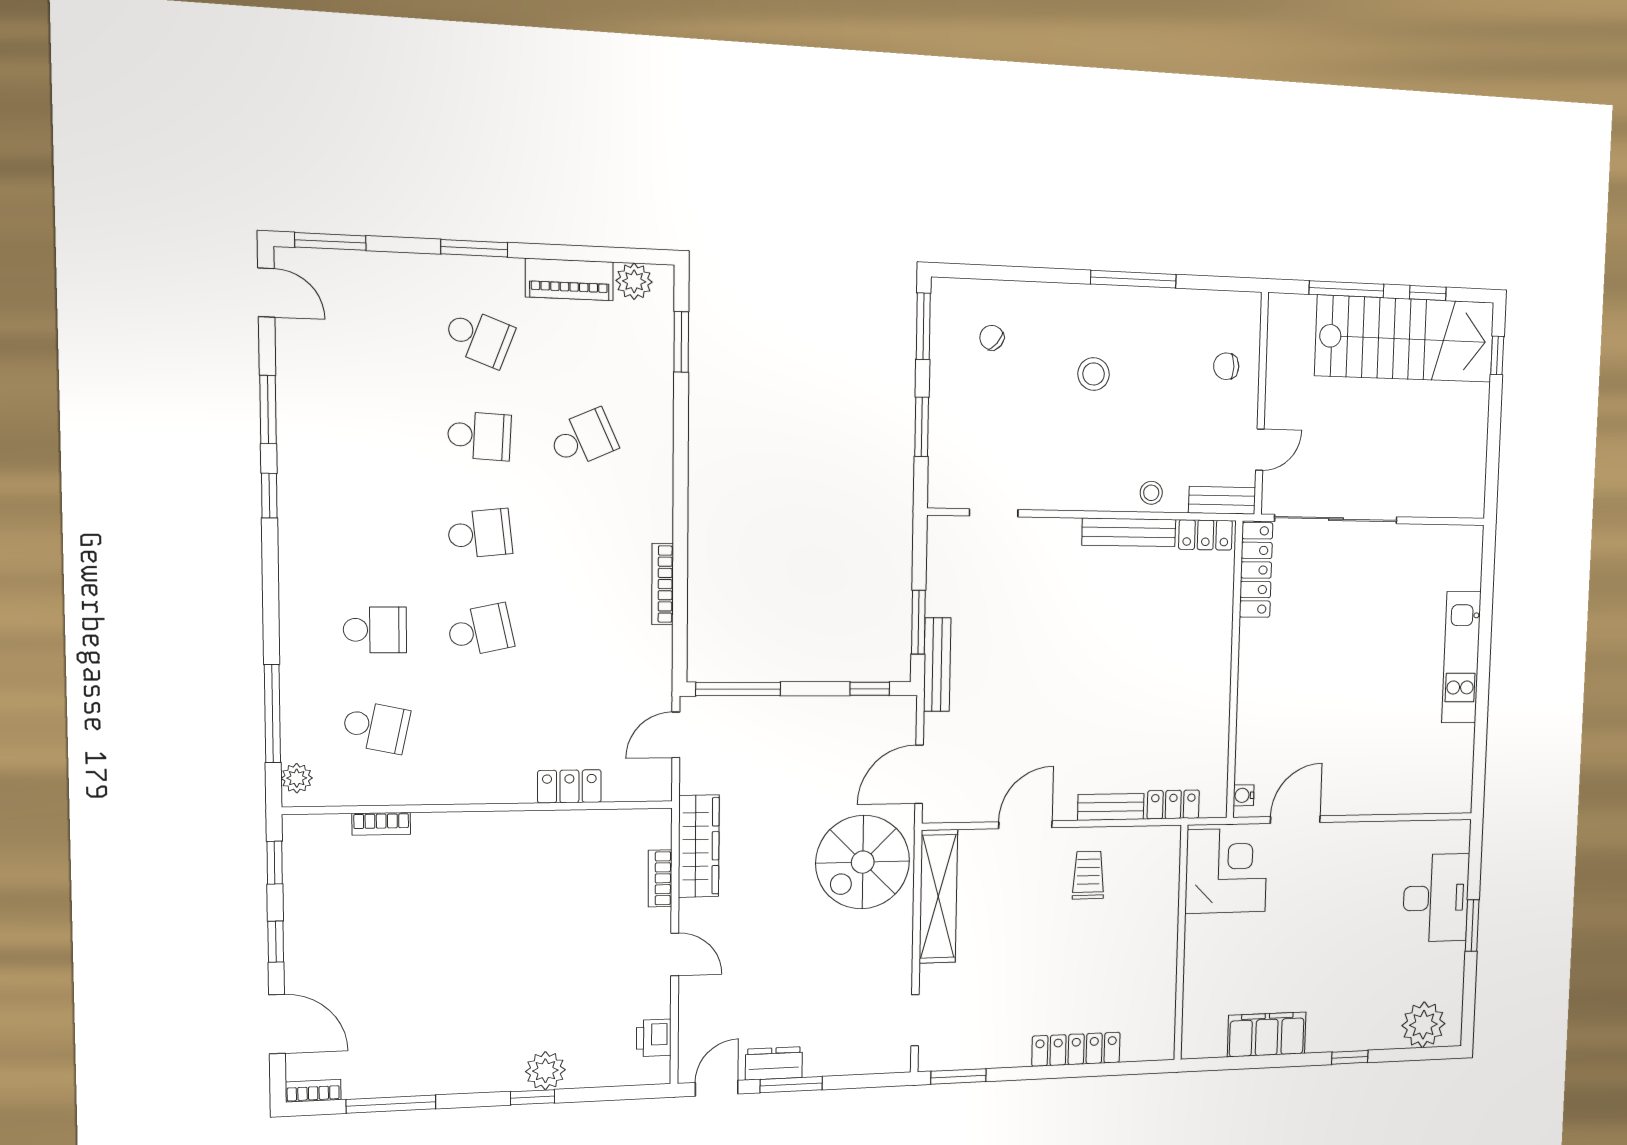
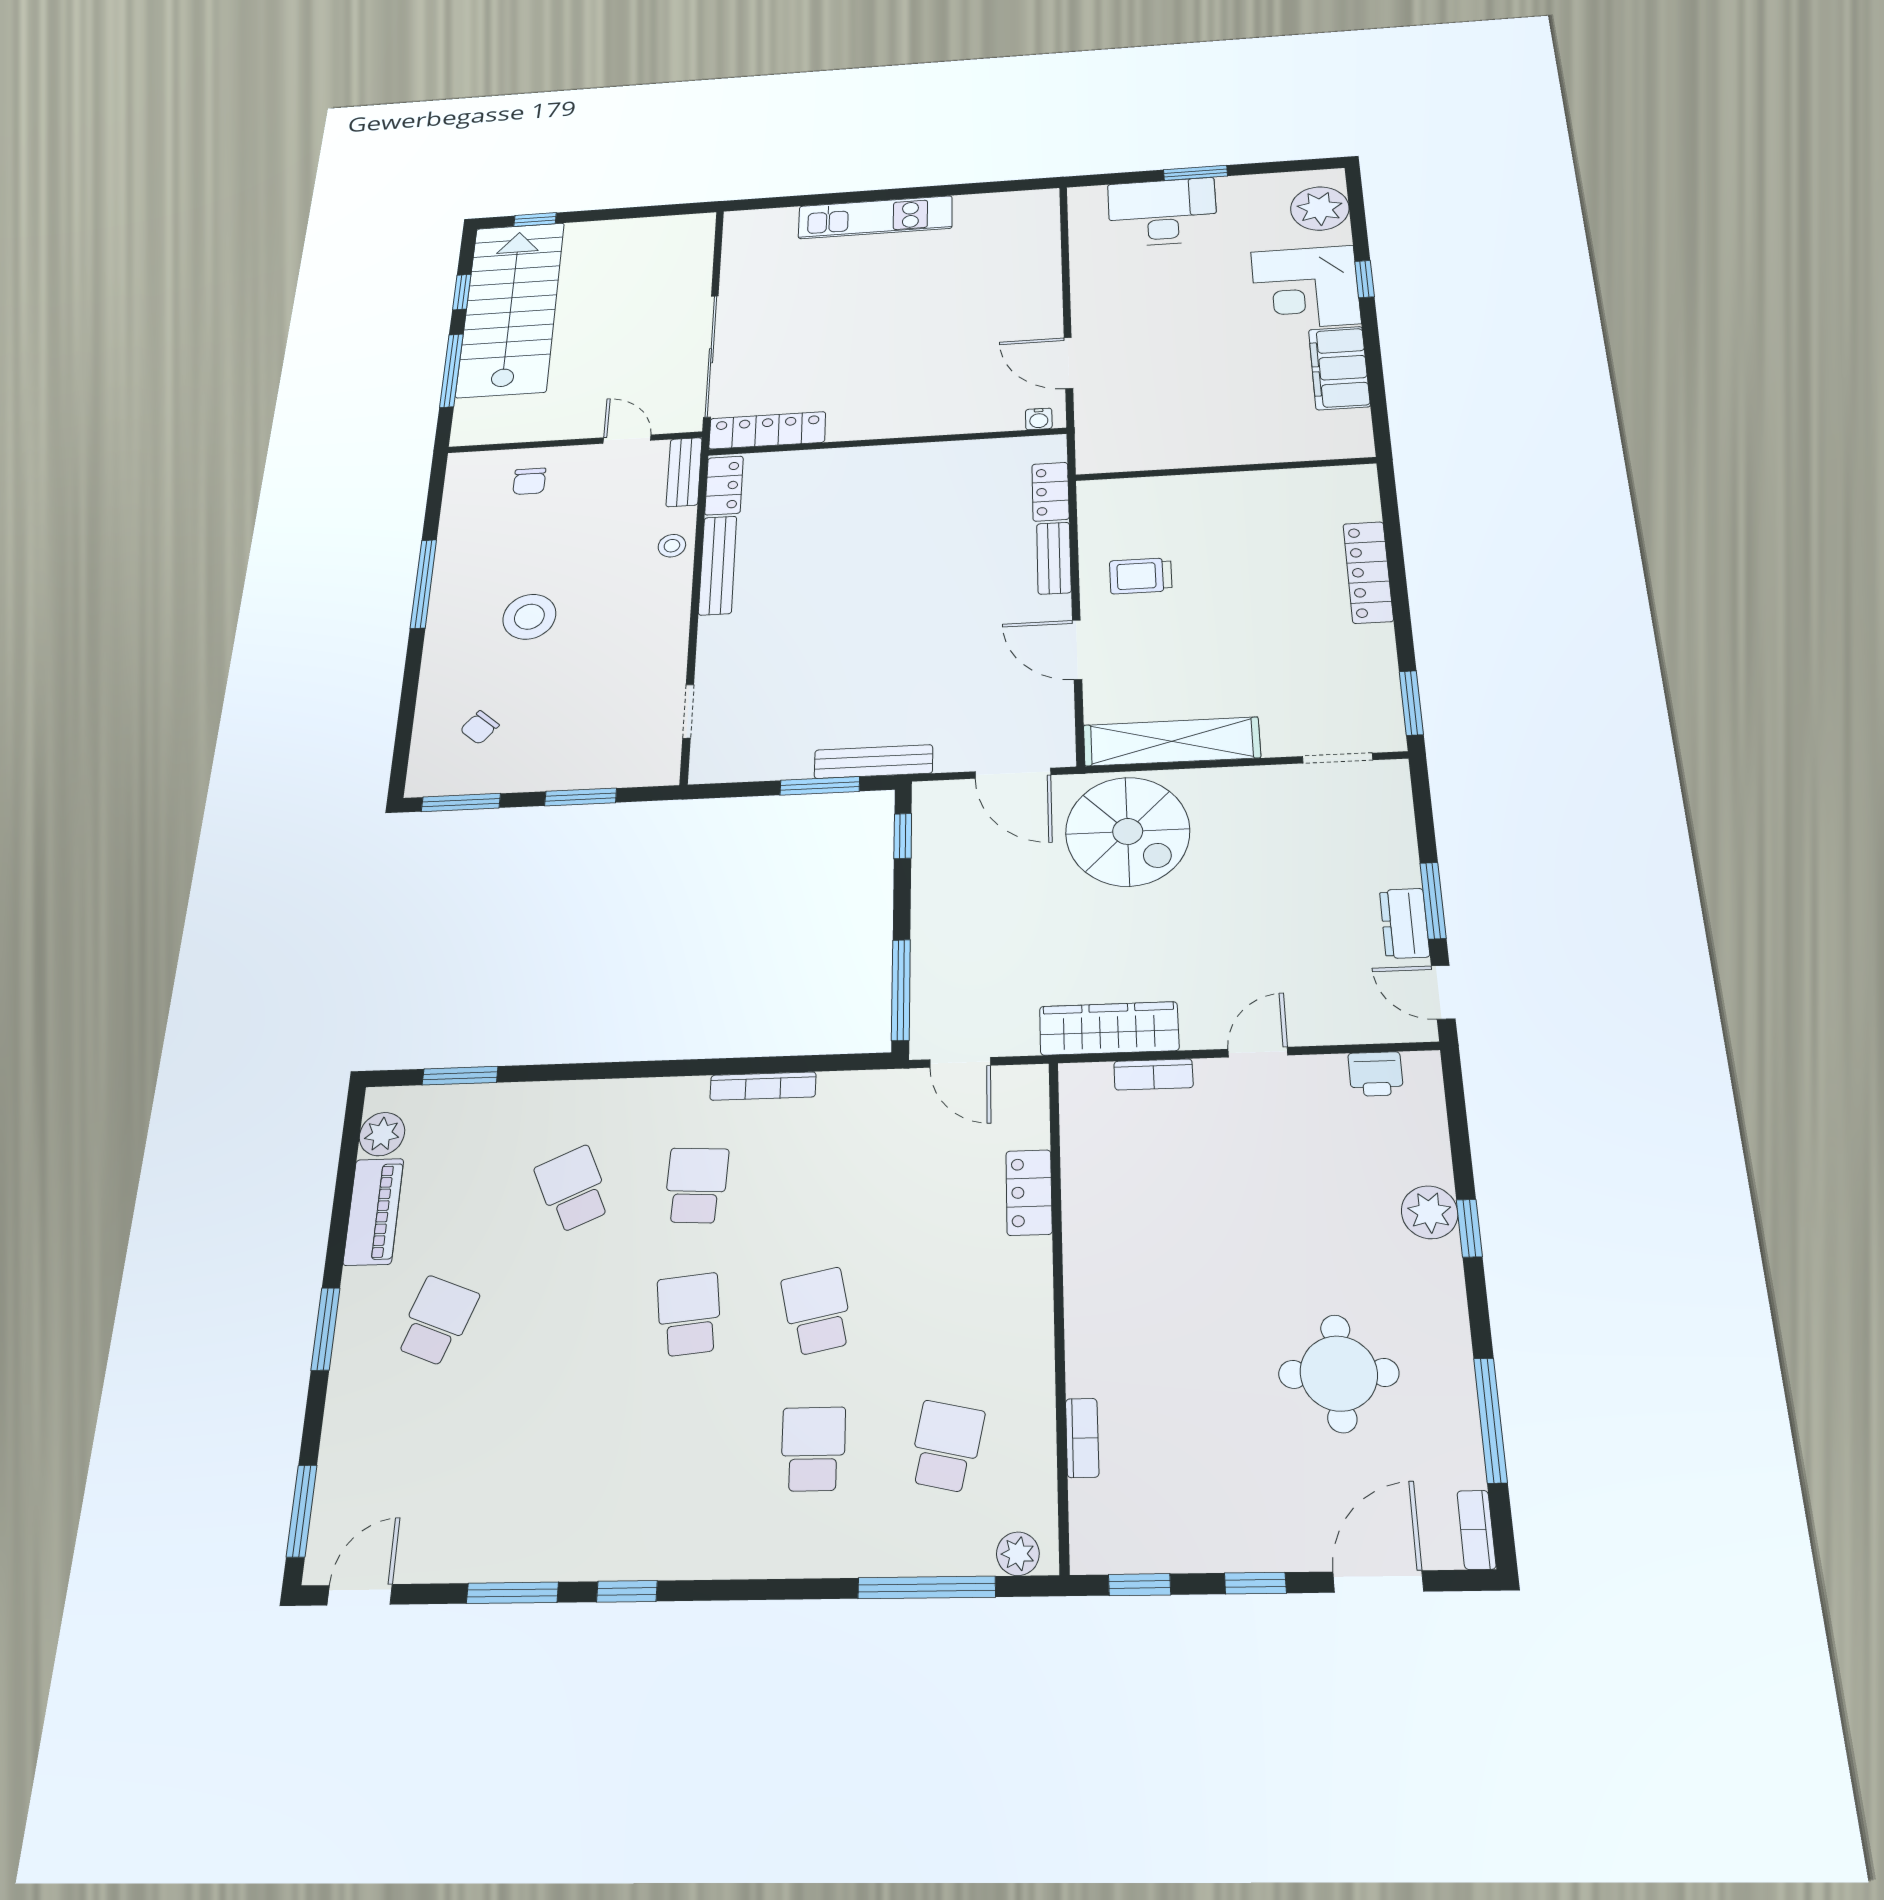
stool: (1094, 374) -> (529, 617), width x1.38, depth x1.38
school desk: (479, 436) -> (696, 1185), moved
corner desk: (1226, 871) -> (1306, 288), moved, turned -90
round table: (426, 1003) -> (1339, 1373), added

